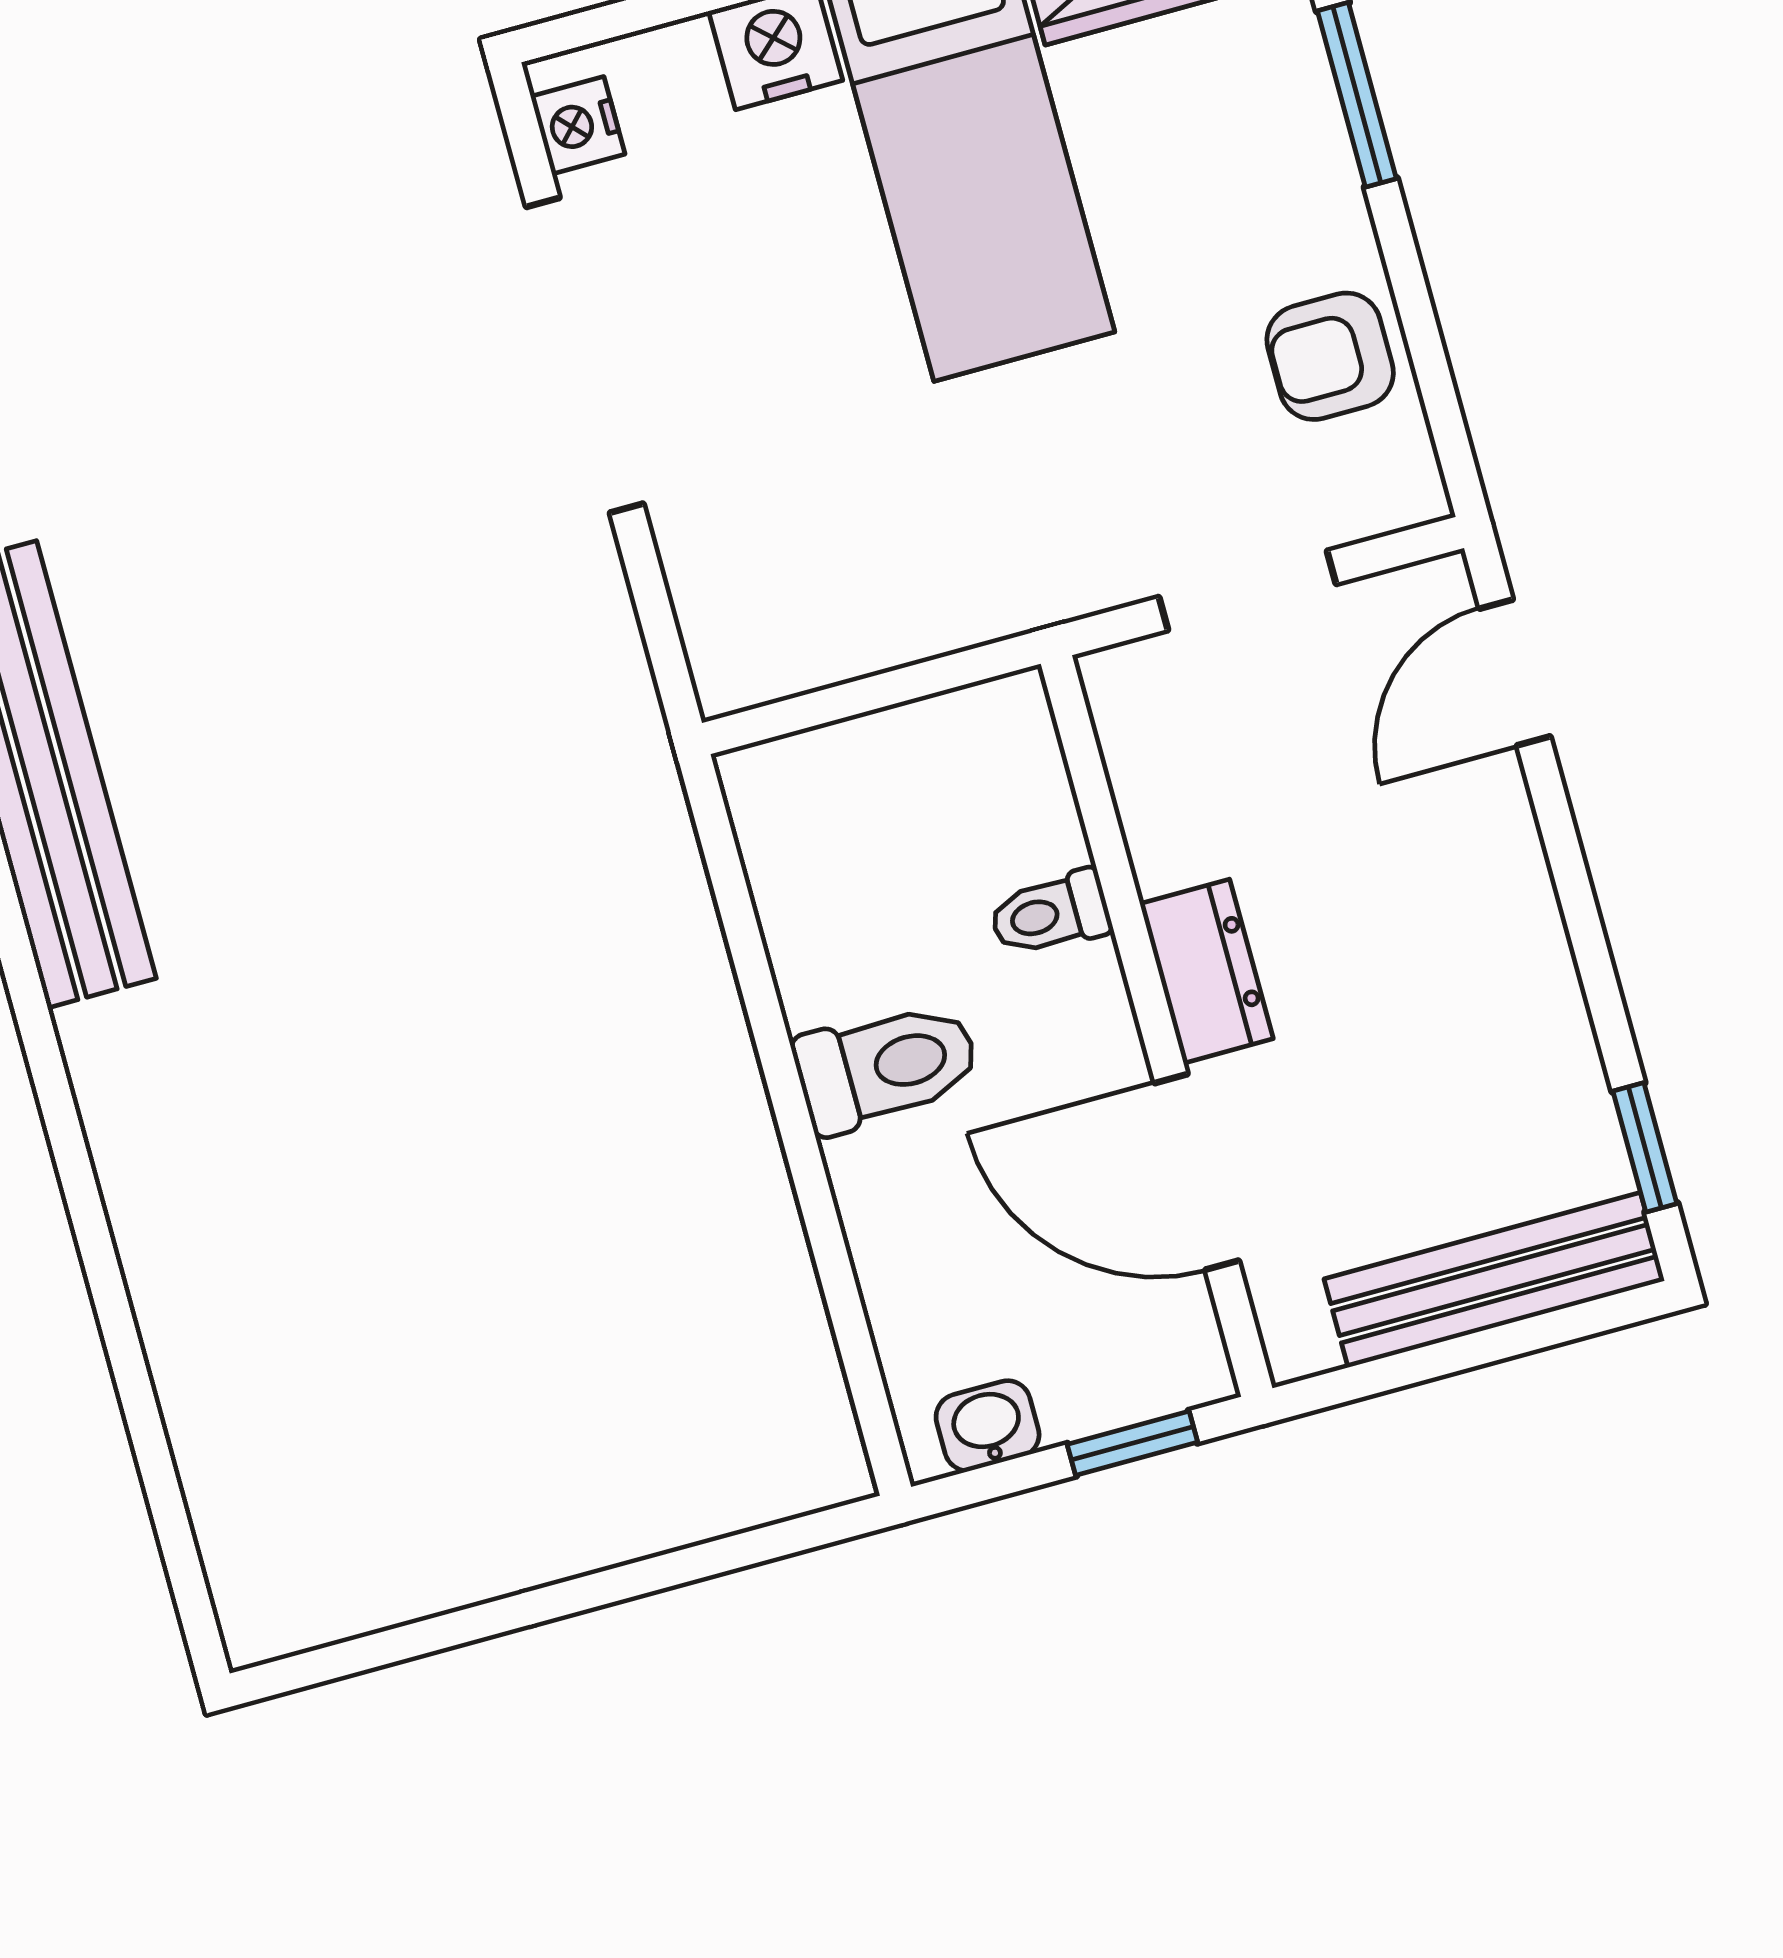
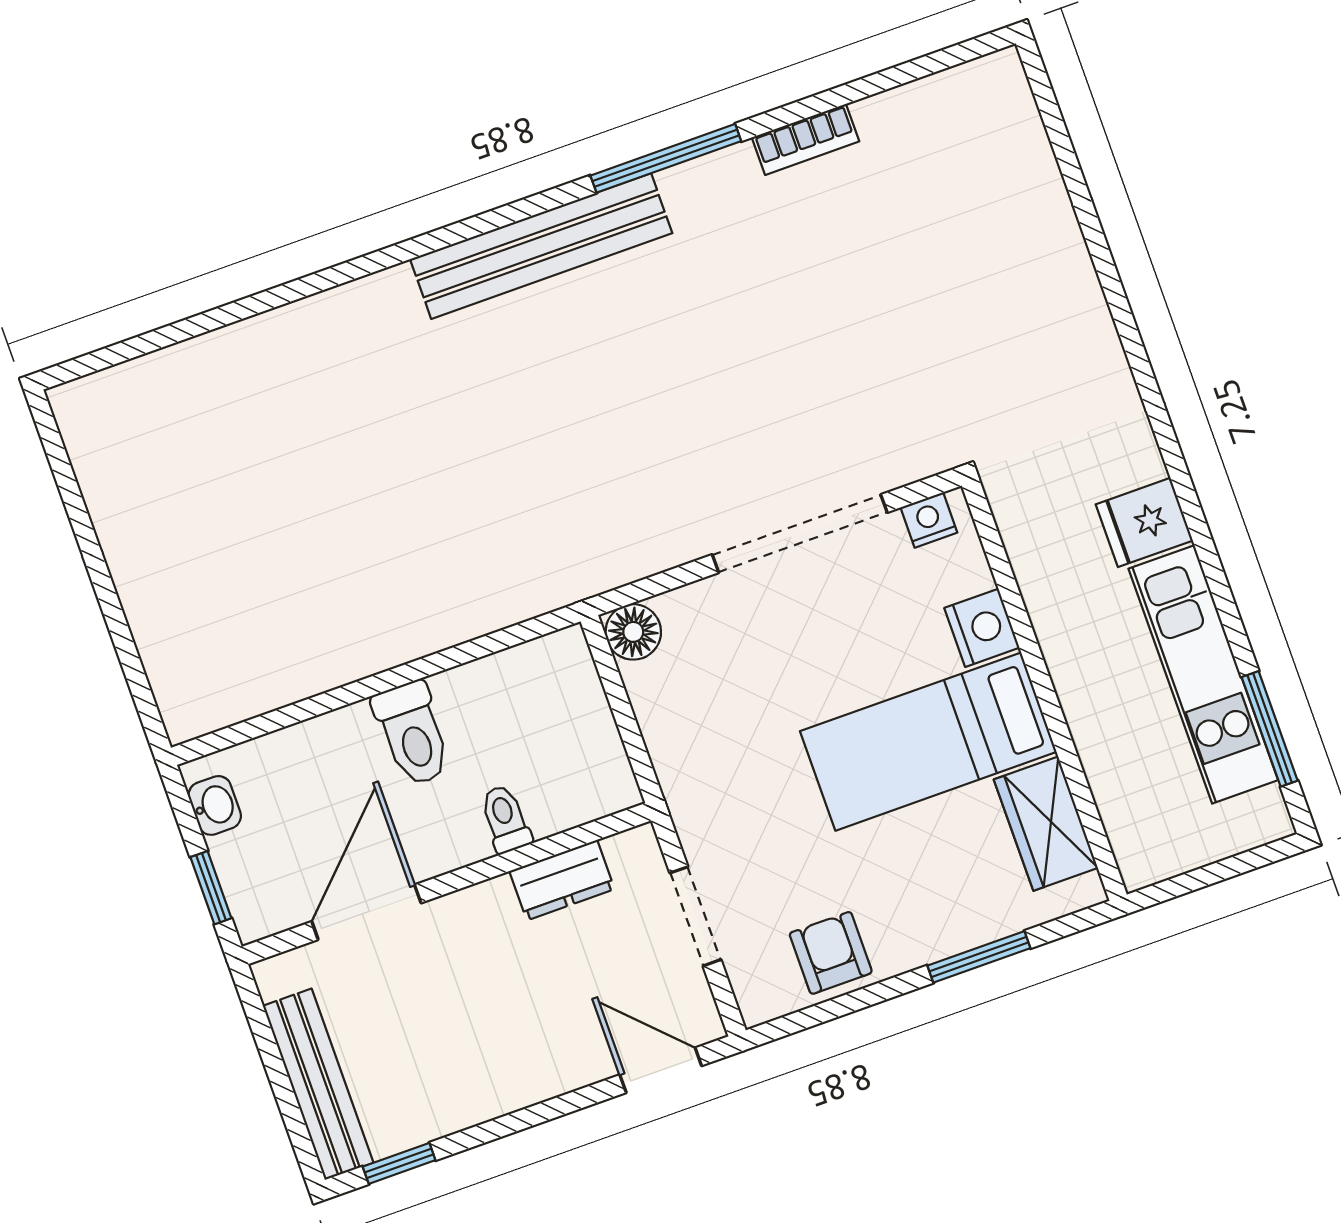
floor lamp: (736, 663) -> (633, 632), added
dresser: (1207, 971) -> (562, 880), moved

